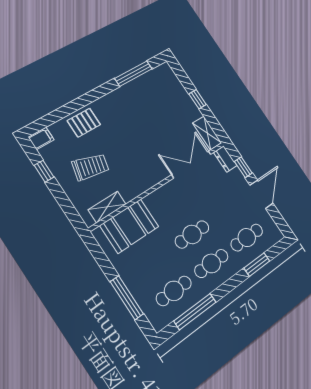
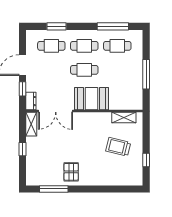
pallet: (84, 123) -> (71, 172), moved, turned 90
filing cabinet: (41, 138) -> (136, 180), removed
booth: (129, 226) -> (91, 99), moved
window: (127, 298) -> (146, 74), moved

